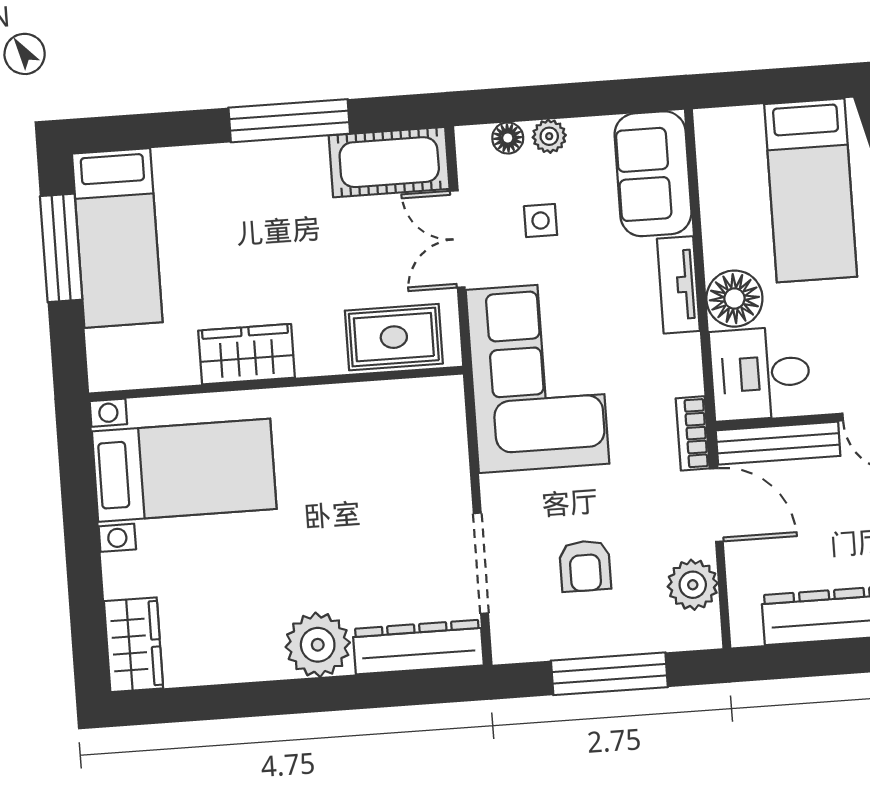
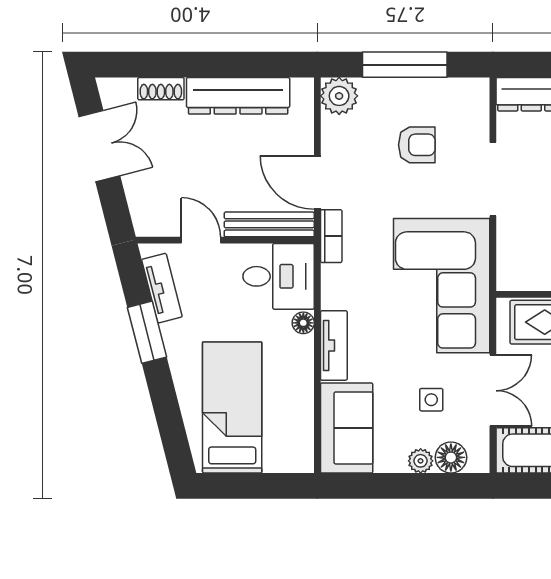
floor lamp: (508, 138) -> (451, 457), width x1.37, depth x1.37
floor lamp: (734, 299) -> (303, 323), width x0.53, depth x0.53
doorway: (481, 563) -> (493, 179), moved
armchair: (585, 566) -> (417, 145), turned 90
plant: (693, 585) -> (339, 96), moved

